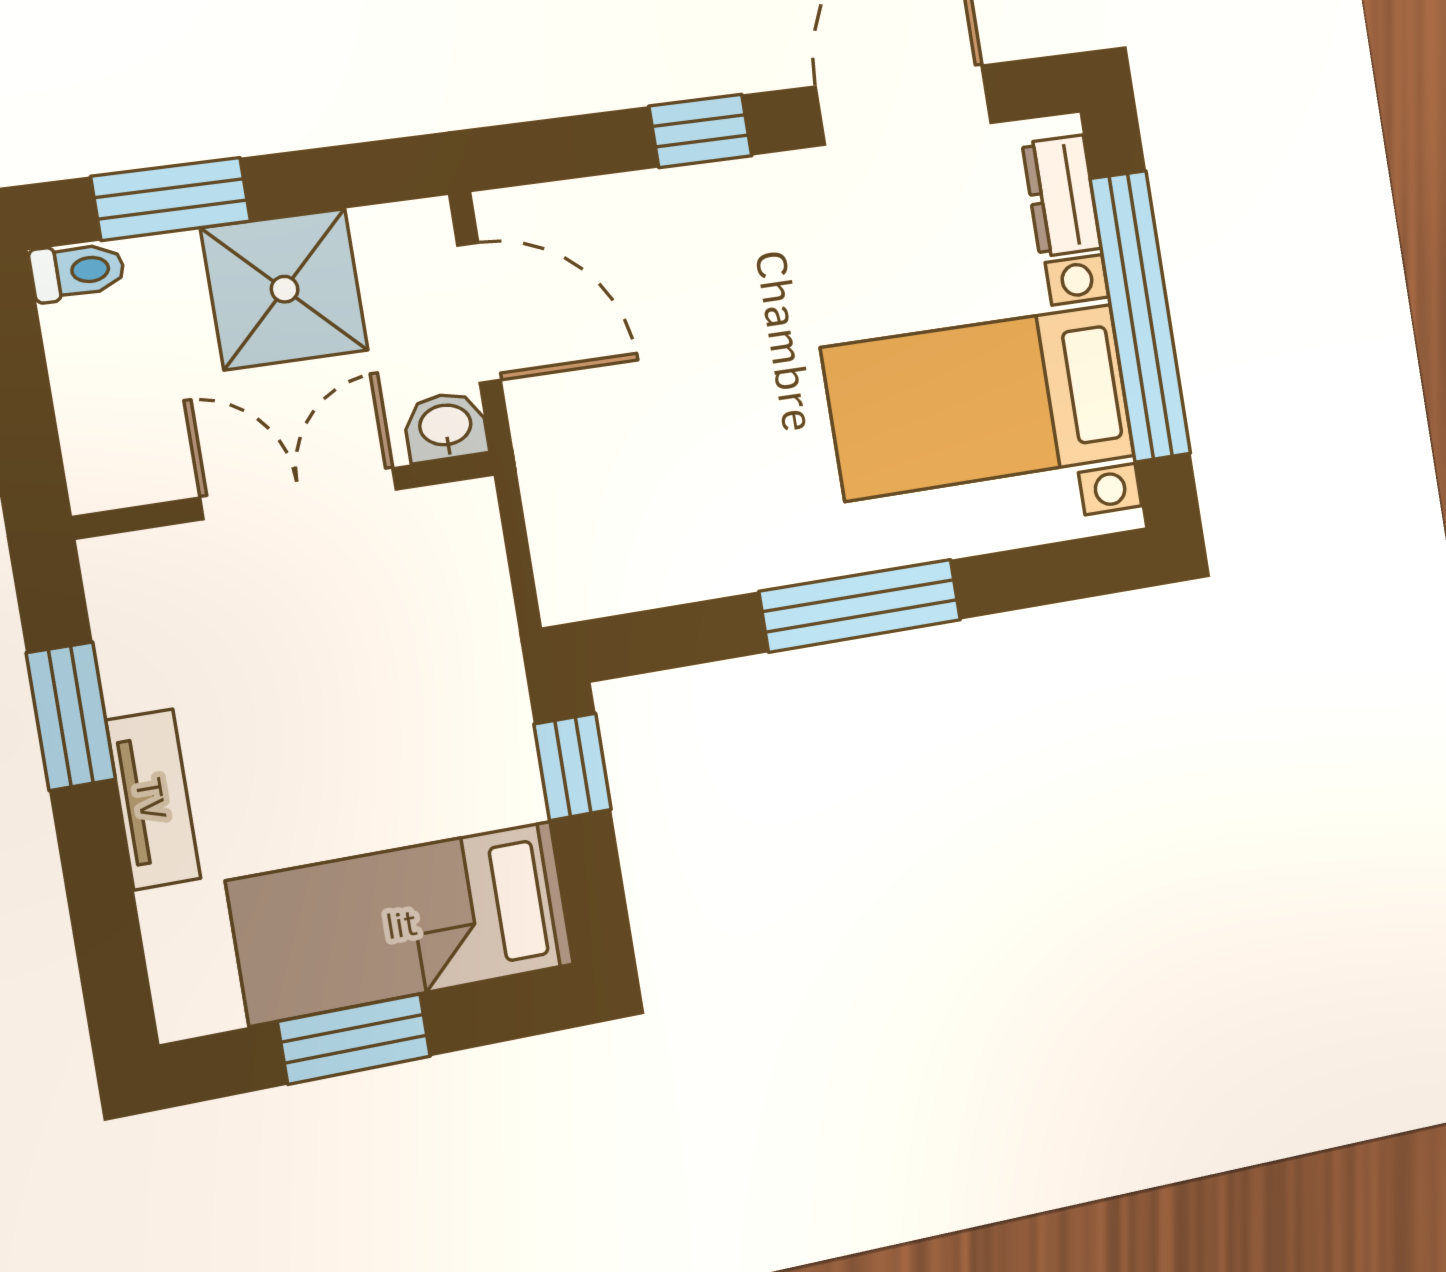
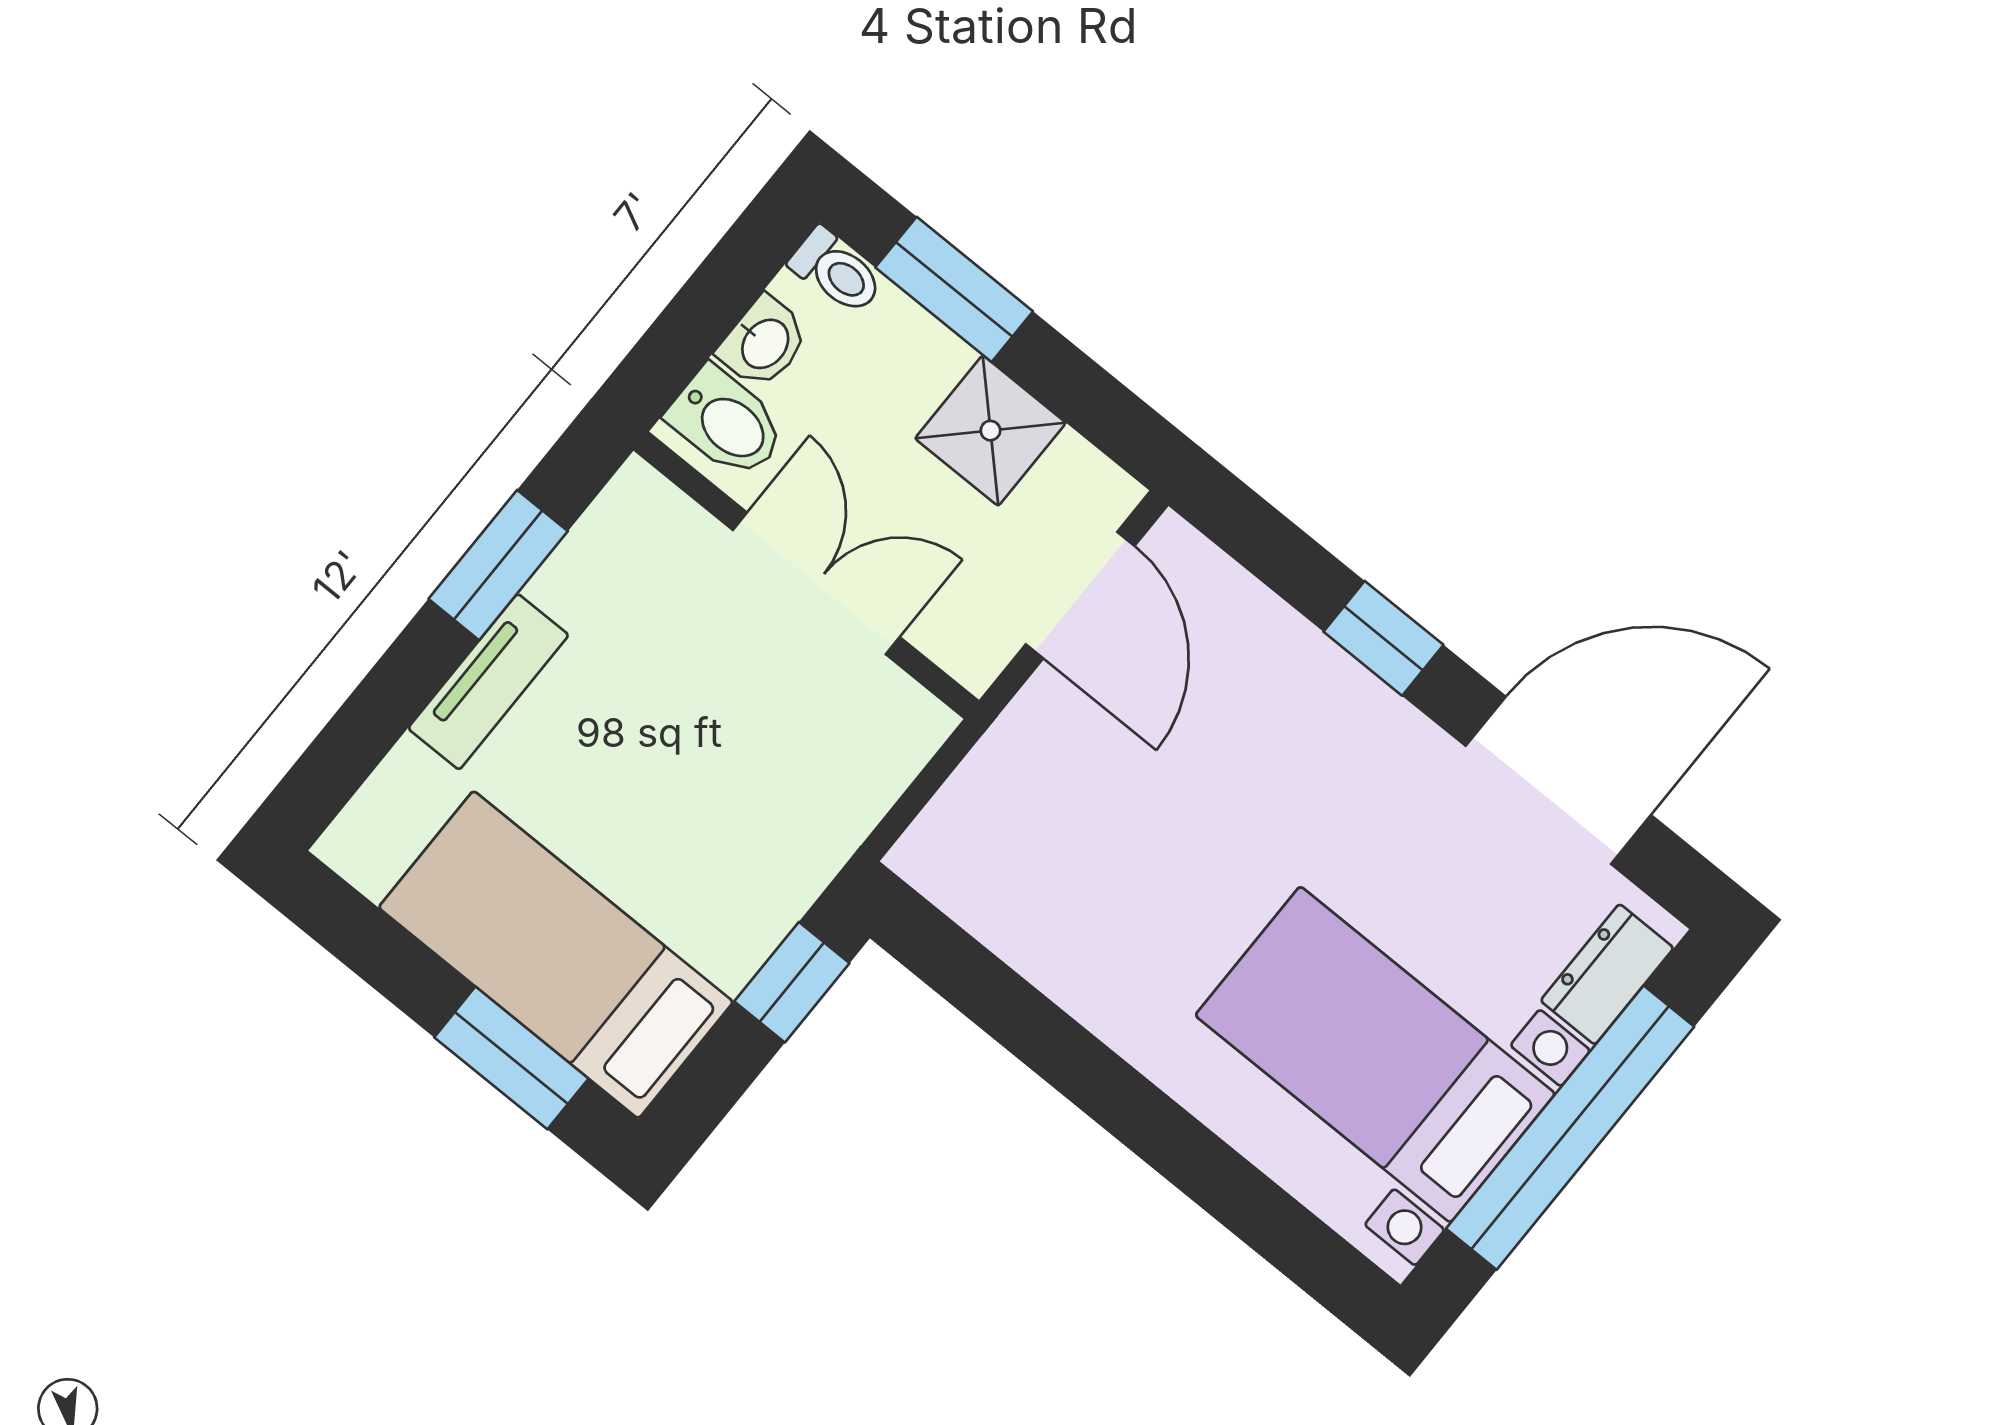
shower: (285, 289) -> (990, 431), width x0.73, depth x0.73
washbasin: (446, 427) -> (764, 343), moved, turned 90
bidet: (118, 453) -> (727, 423), added
window: (860, 606) -> (1123, 1102), removed
window: (354, 1039) -> (511, 1058), moved

